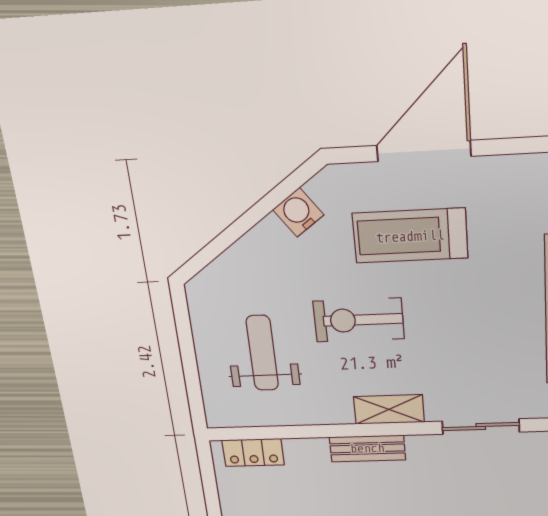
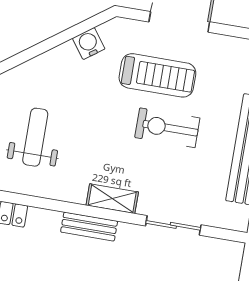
treadmill: (410, 236) -> (157, 75), turned 180
exercise bike: (359, 320) -> (167, 128), moved

